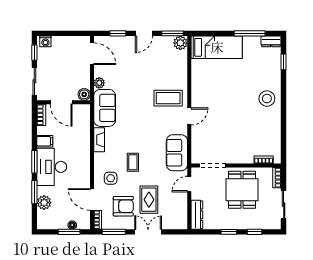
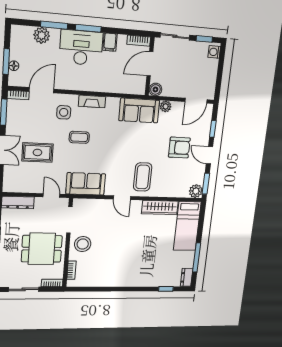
wardrobe: (198, 78) -> (160, 207), added
stool: (267, 99) -> (83, 244), moved
fireplace: (99, 140) -> (92, 101), moved
armchair: (123, 206) -> (179, 148), moved, turned -90

